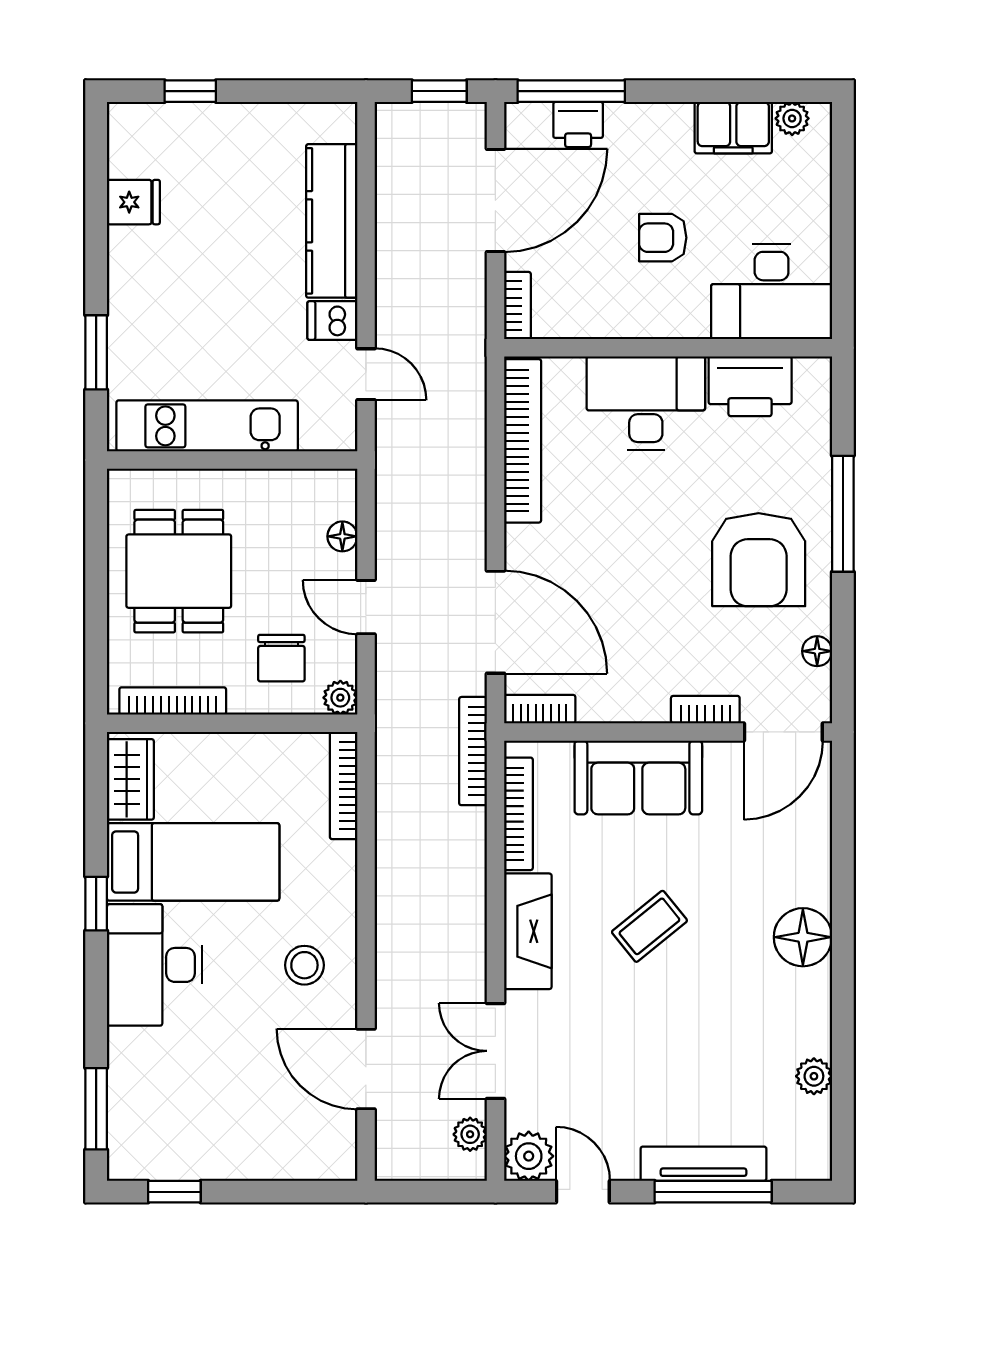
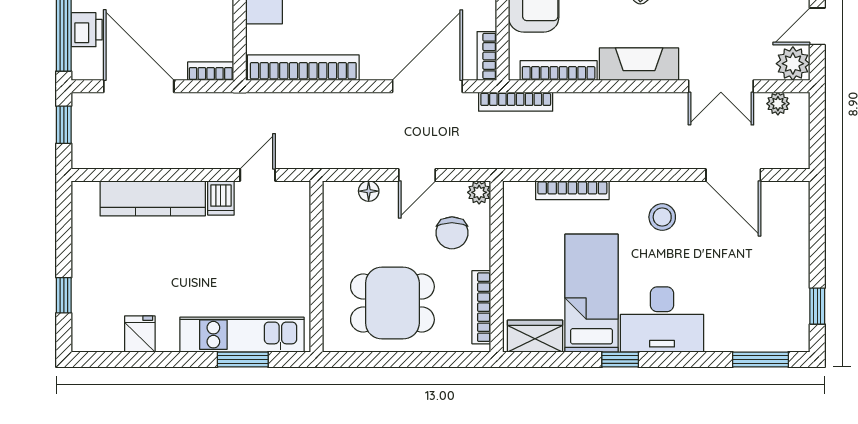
kitchen unit: (207, 426) -> (242, 335), moved, turned 90
chair: (281, 658) -> (452, 233), turned 90
bookcase: (344, 786) -> (572, 190), moved
door: (366, 1069) -> (733, 175), hinge flipped

